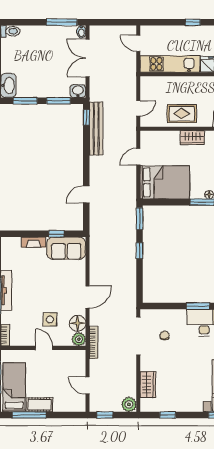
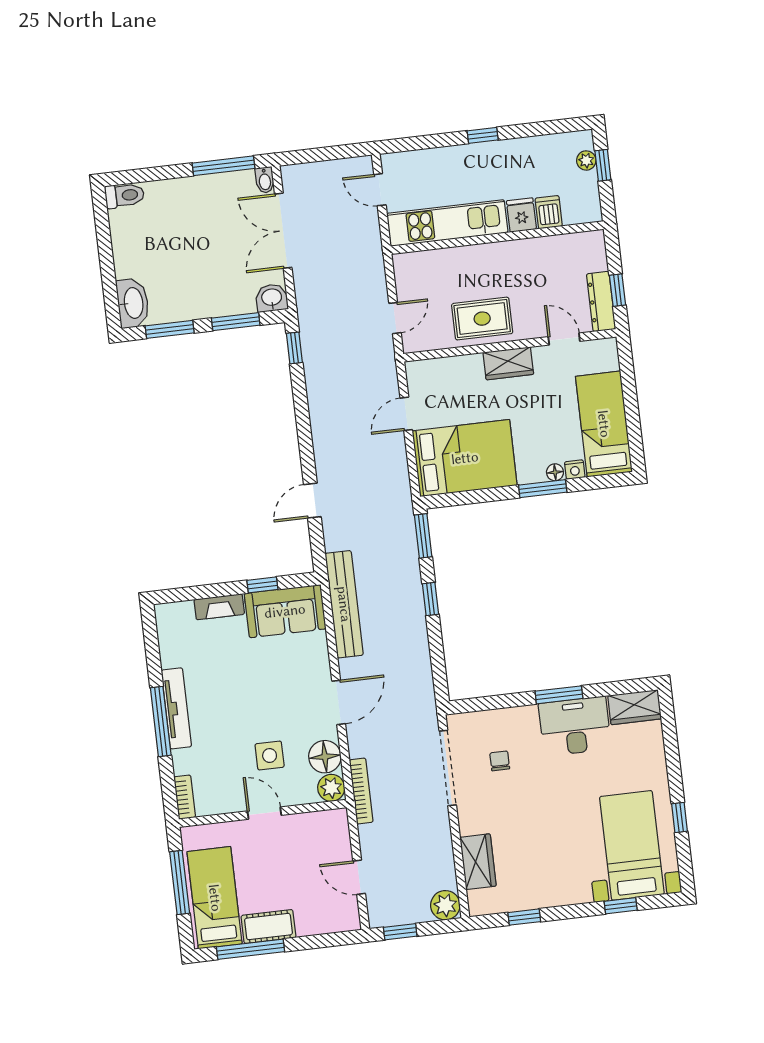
bench: (96, 128) -> (344, 604), moved

